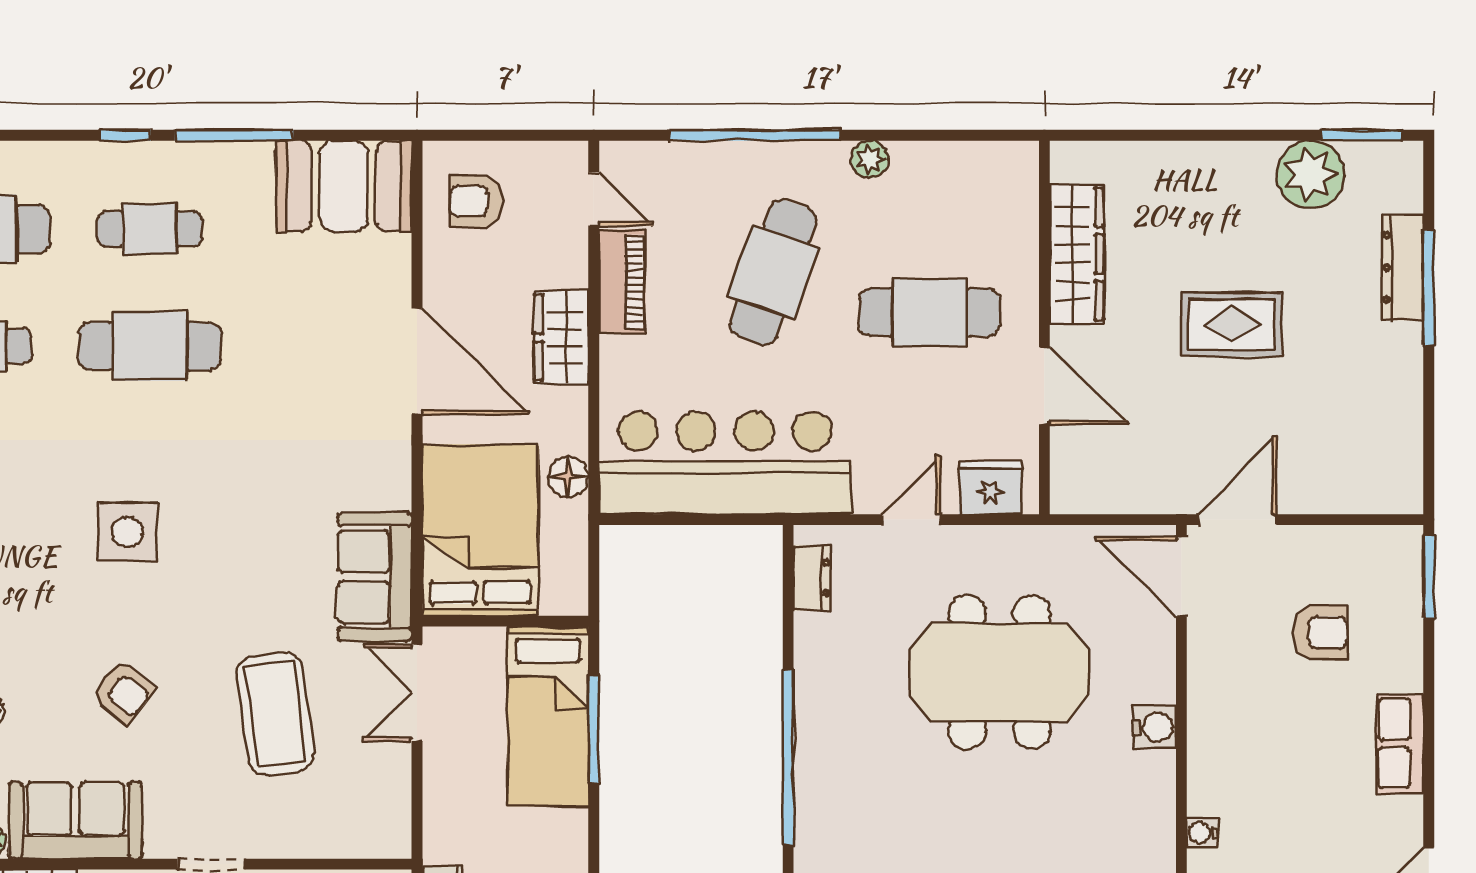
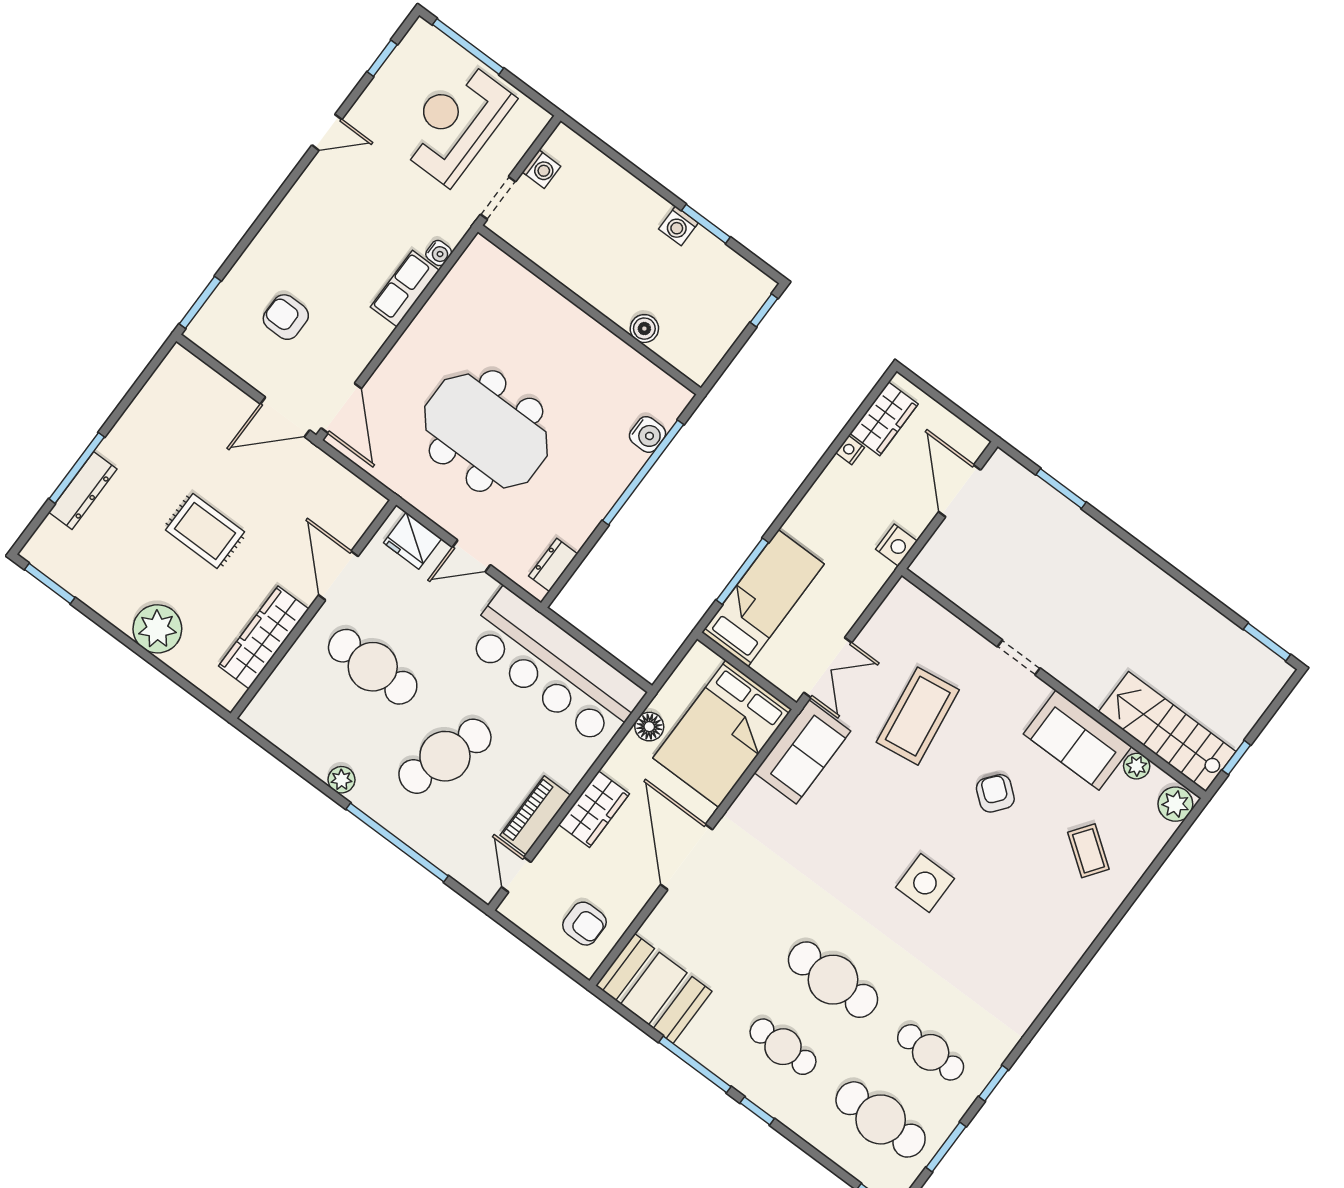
plant: (1310, 174) -> (157, 629), moved
water cooler: (1154, 727) -> (647, 434), moved, turned 180
row of seats: (1400, 743) -> (405, 289), moved, turned 180

